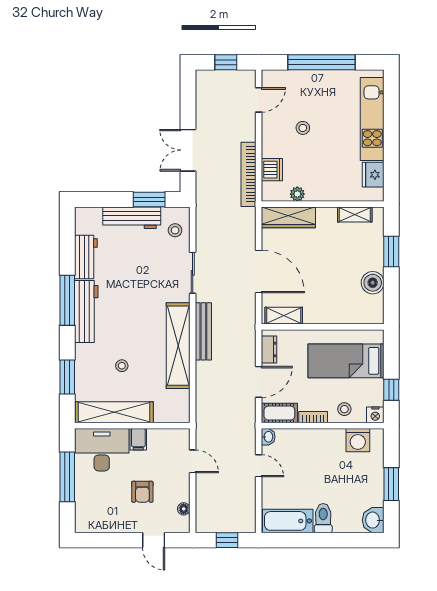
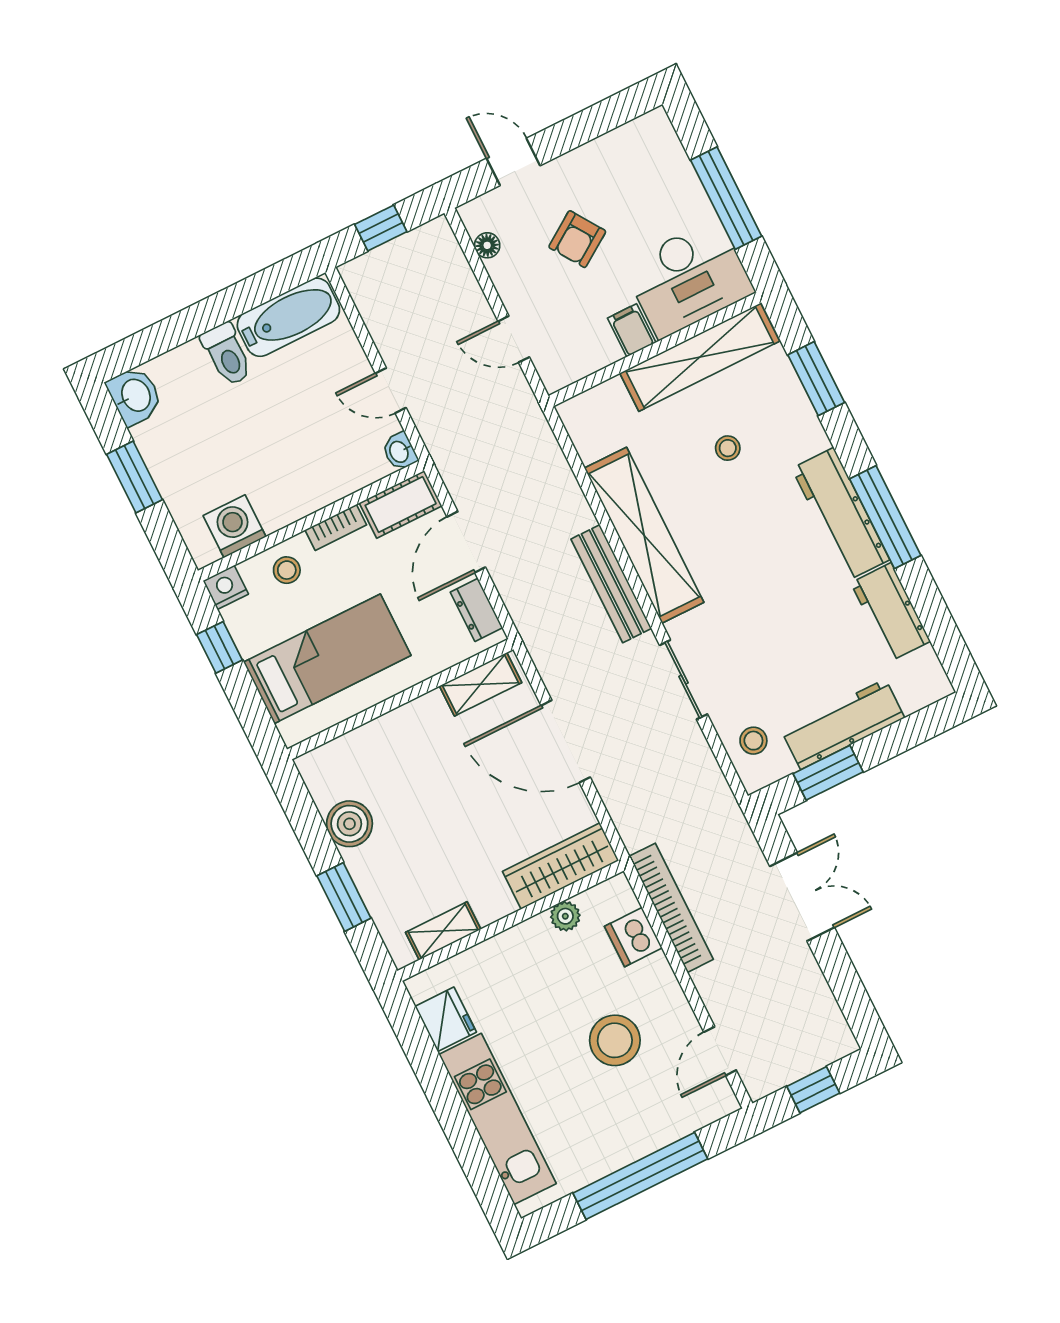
stool: (303, 128) -> (615, 1040), width x1.89, depth x1.89
armchair: (142, 492) -> (577, 239), turned -124

